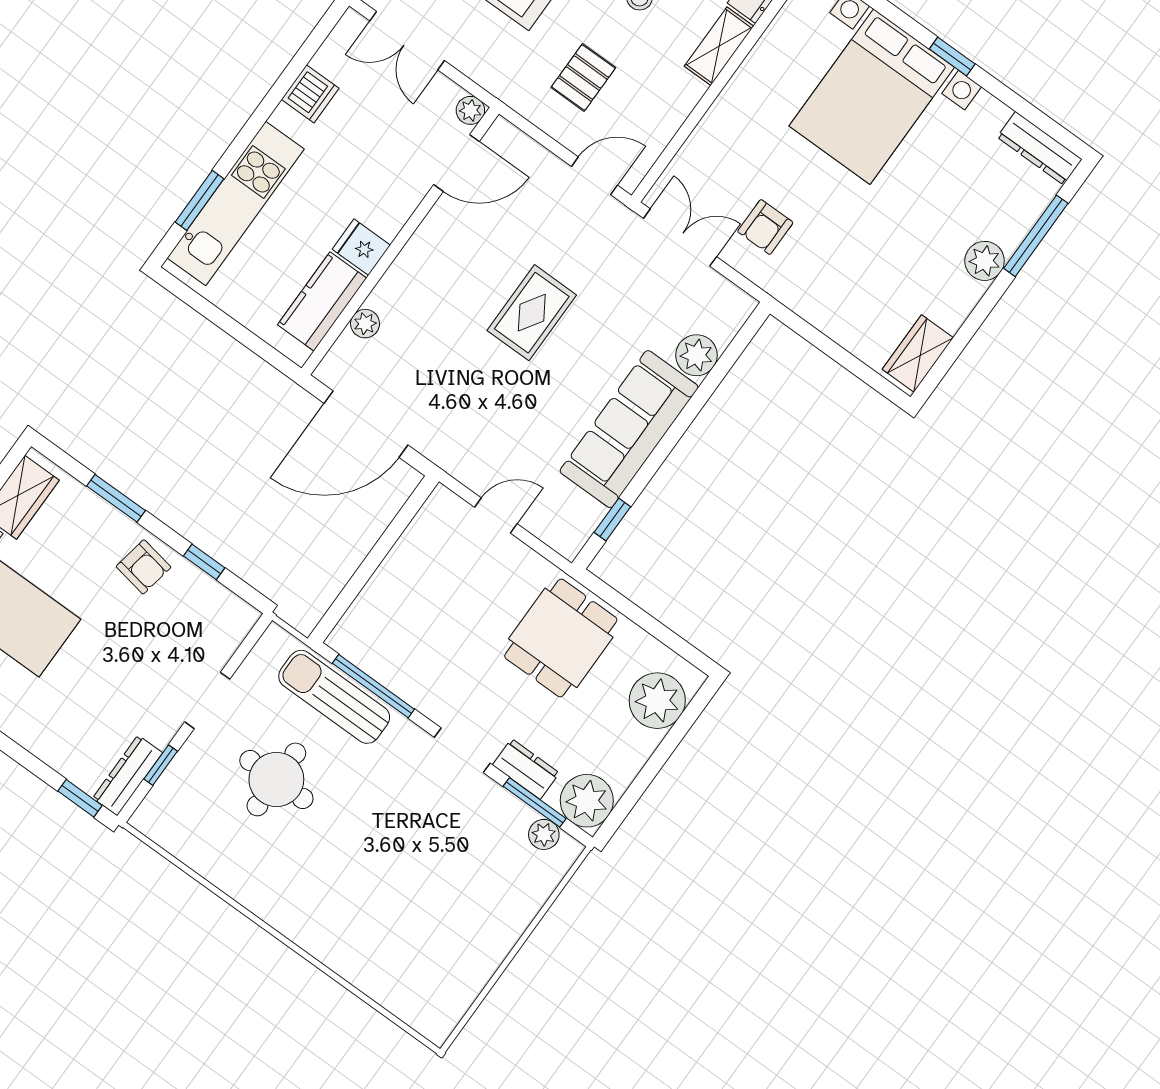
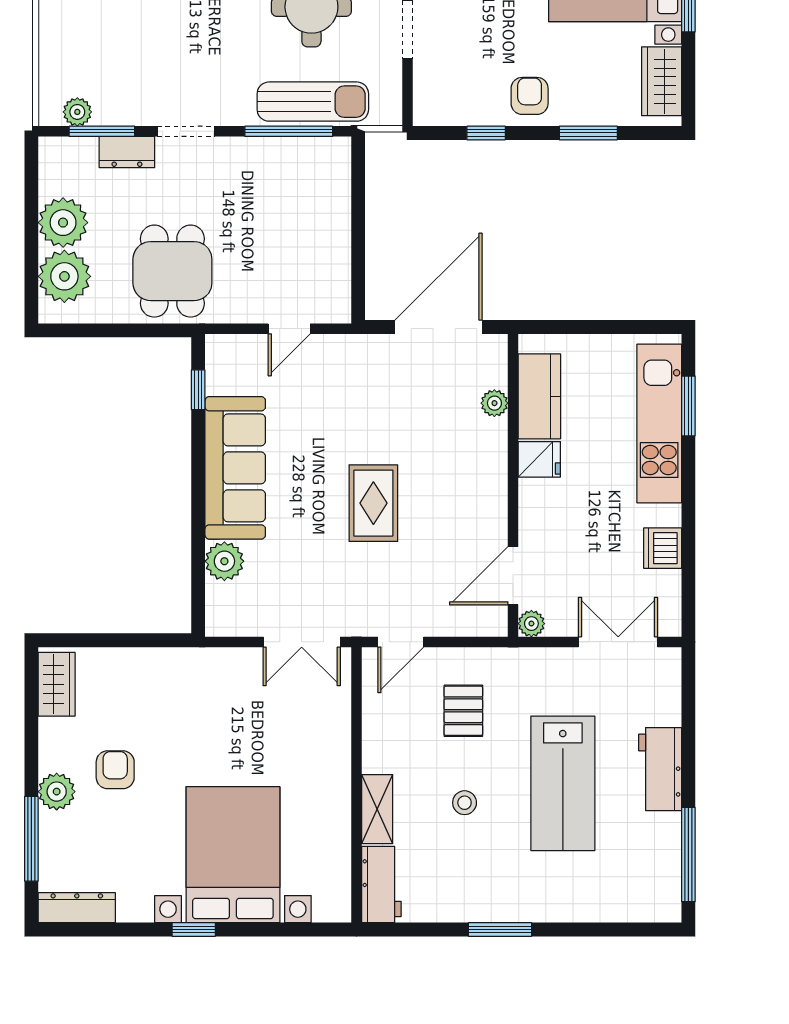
armchair: (765, 227) -> (115, 770), moved
armchair: (144, 567) -> (530, 96), turned 80
plant: (587, 801) -> (63, 223), moved

